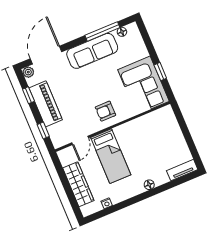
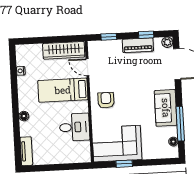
sofa: (92, 51) -> (166, 108), width x0.73
piano: (46, 104) -> (138, 45), width x0.73, depth x0.75
desk: (142, 132) -> (75, 127), added
wardrobe: (78, 184) -> (64, 50), moved

